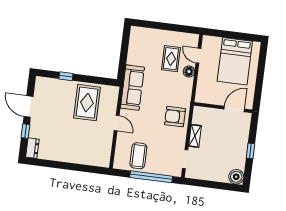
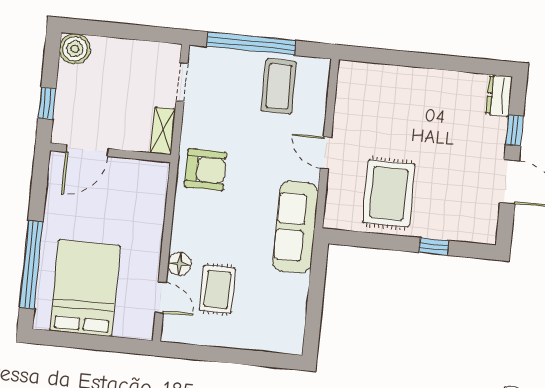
window: (260, 73) -> (31, 265), added
wall: (223, 108) -> (110, 153), moved
door: (234, 109) -> (87, 150), moved

